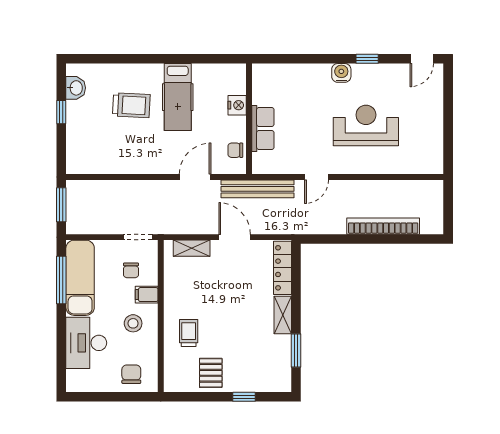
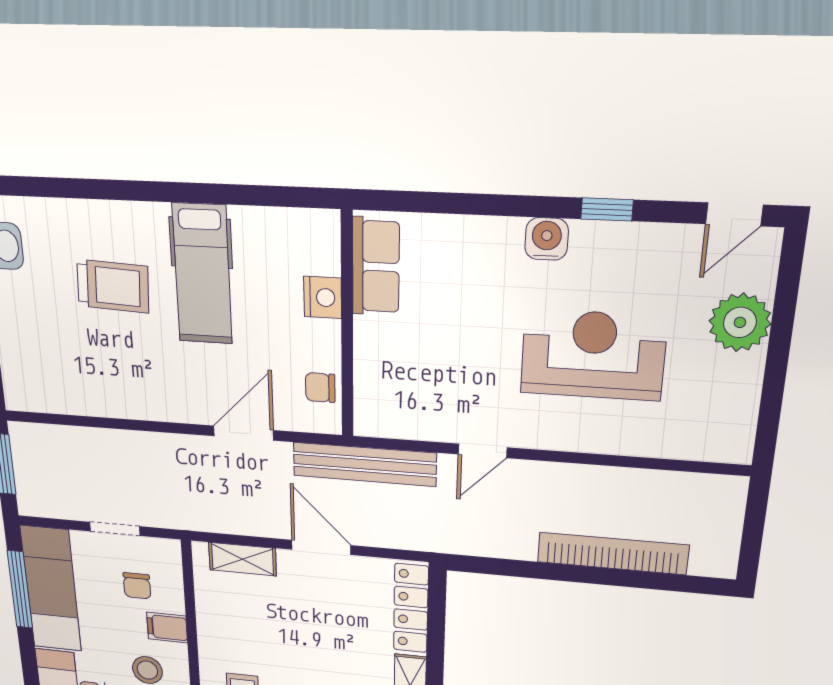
plant: (430, 106) -> (740, 322), added
row of seats: (263, 128) -> (376, 267), moved
doorway: (138, 237) -> (115, 529), moved

